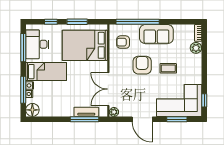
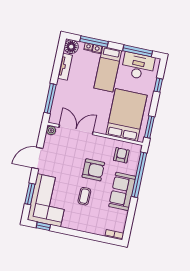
window: (77, 22) -> (149, 127), moved
plant: (196, 48) -> (99, 229), removed
tv unit: (86, 112) -> (65, 67), moved

